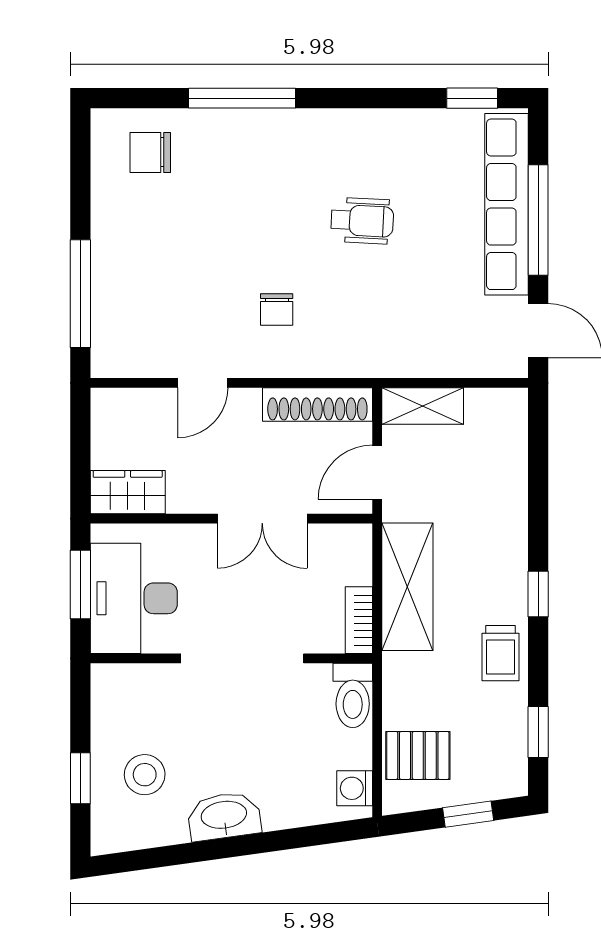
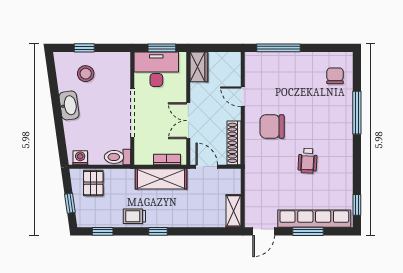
window: (538, 220) -> (308, 231), width x0.69
chair: (277, 310) -> (272, 127), width x1.87, depth x1.87
shelving: (423, 406) -> (233, 211), moved
bookcase: (359, 620) -> (167, 159), moved

